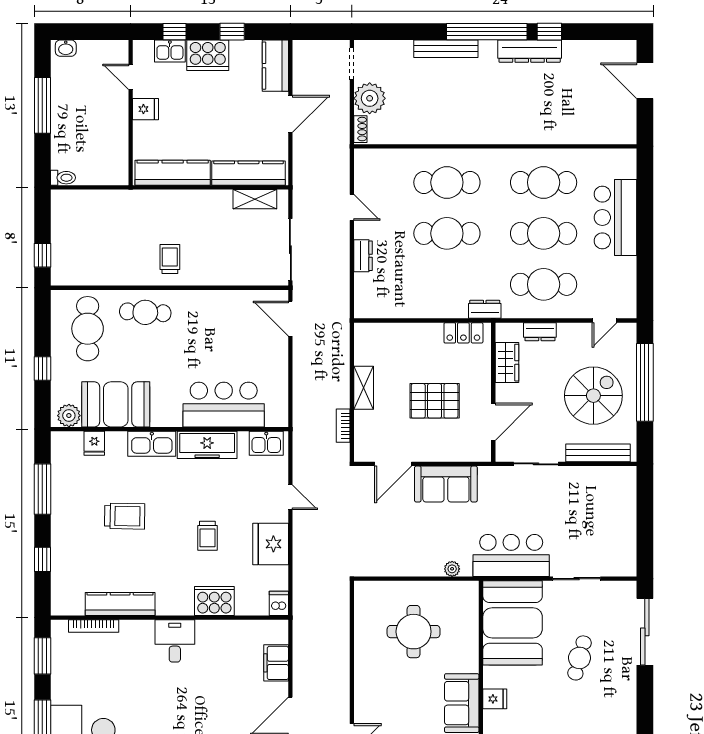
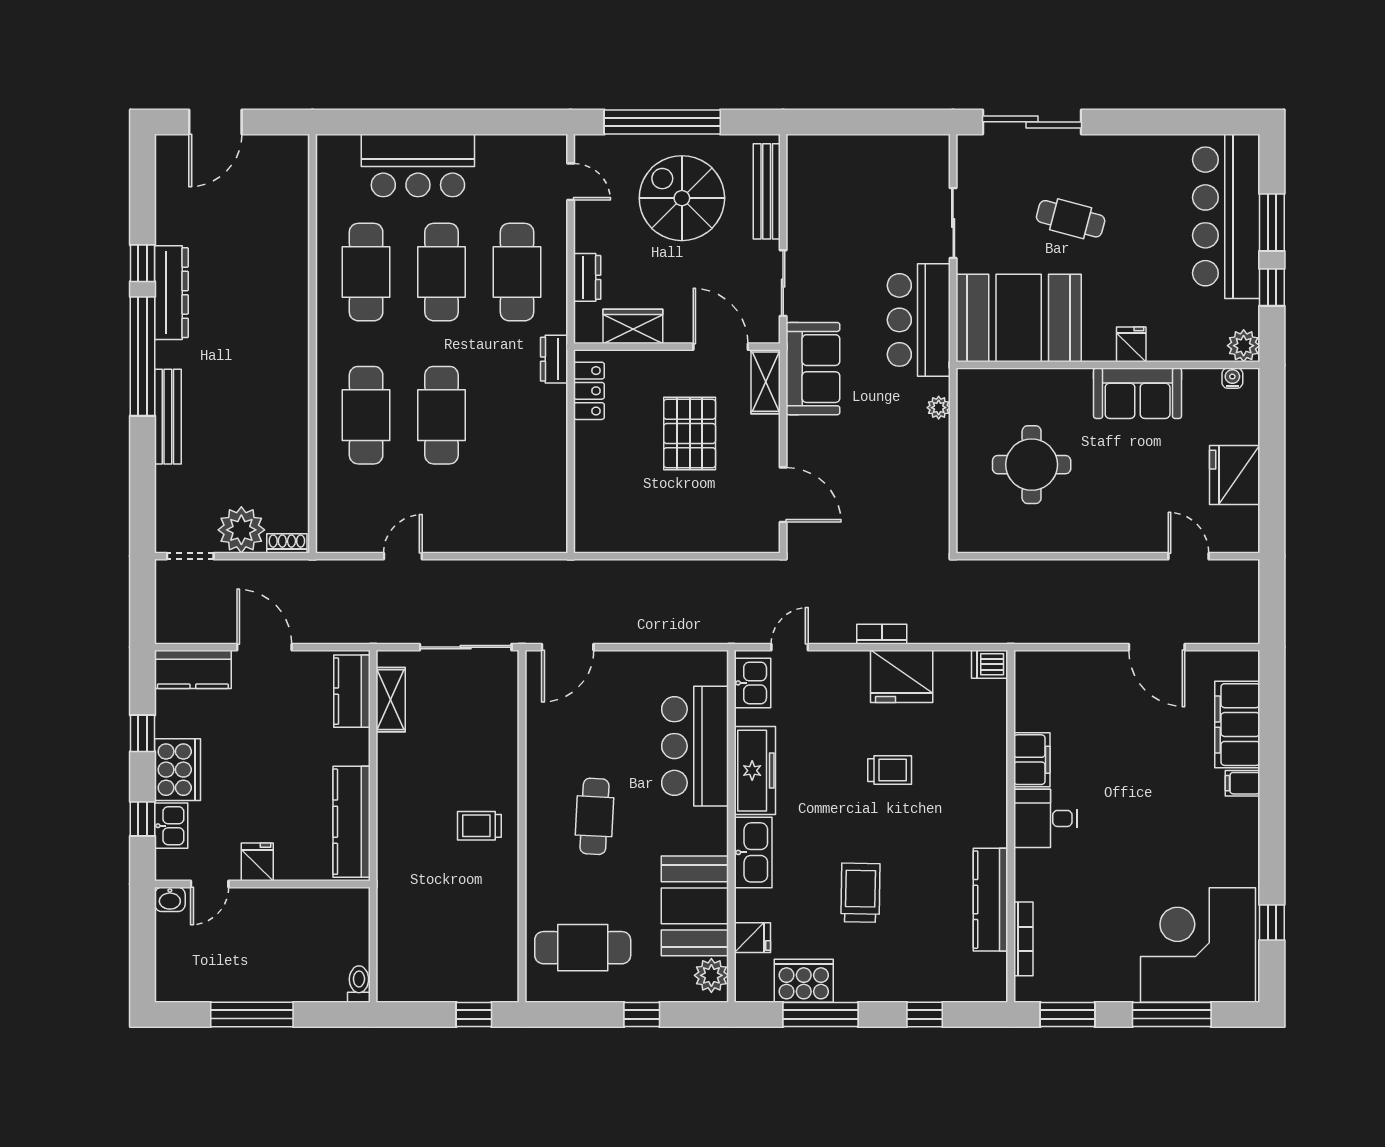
washbasin: (66, 48) -> (170, 899), moved, turned 90
kitchen counter: (248, 173) -> (352, 691), width x0.67
dresser: (363, 256) -> (475, 540), removed
cafe table: (145, 312) -> (594, 816), moved
shelving: (364, 388) -> (766, 382), moved, turned 90
bookcase: (343, 426) -> (882, 634), moved, turned 180
sofa: (446, 484) -> (813, 369), moved
door: (290, 497) -> (790, 647), moved
cooker: (214, 601) -> (804, 981), moved, turned 90
filing cabinet: (276, 663) -> (1032, 760), moved, turned -90

